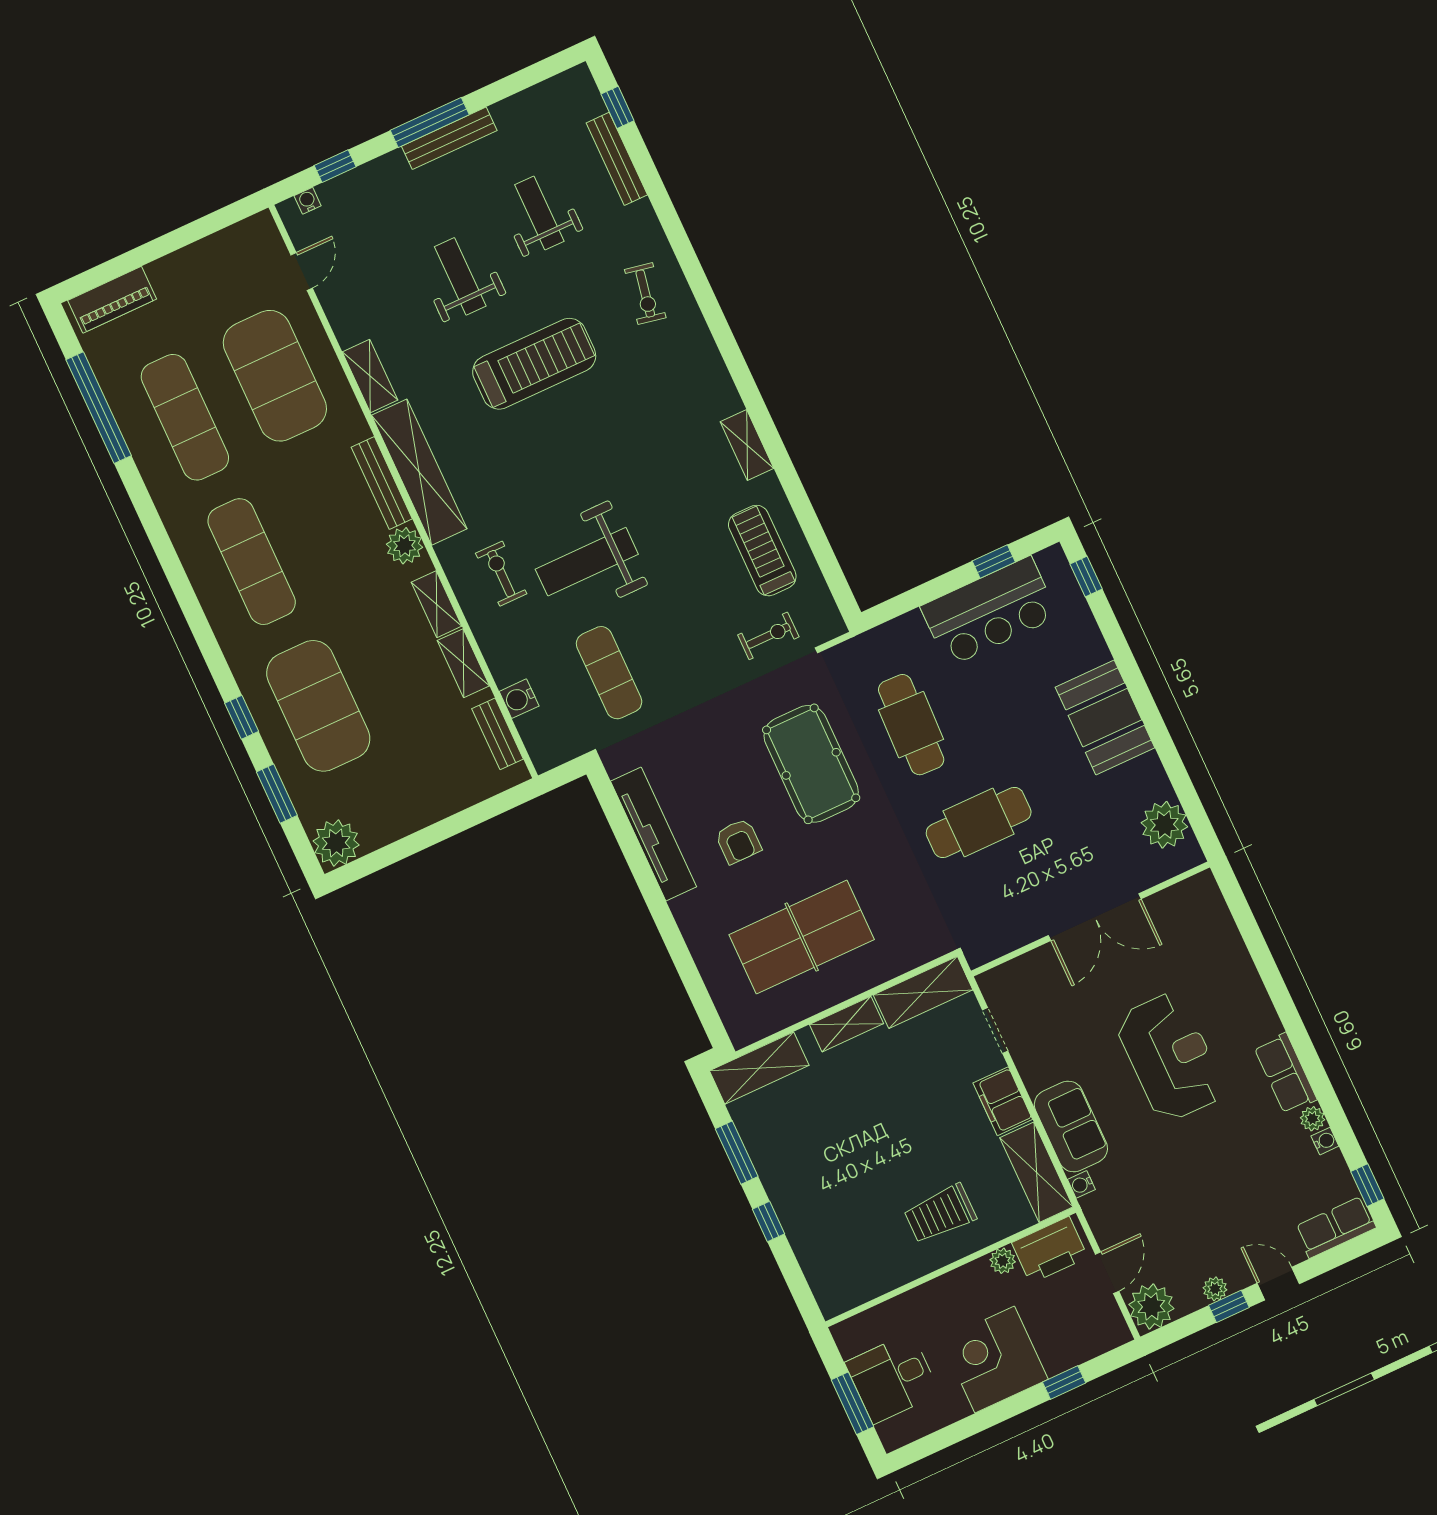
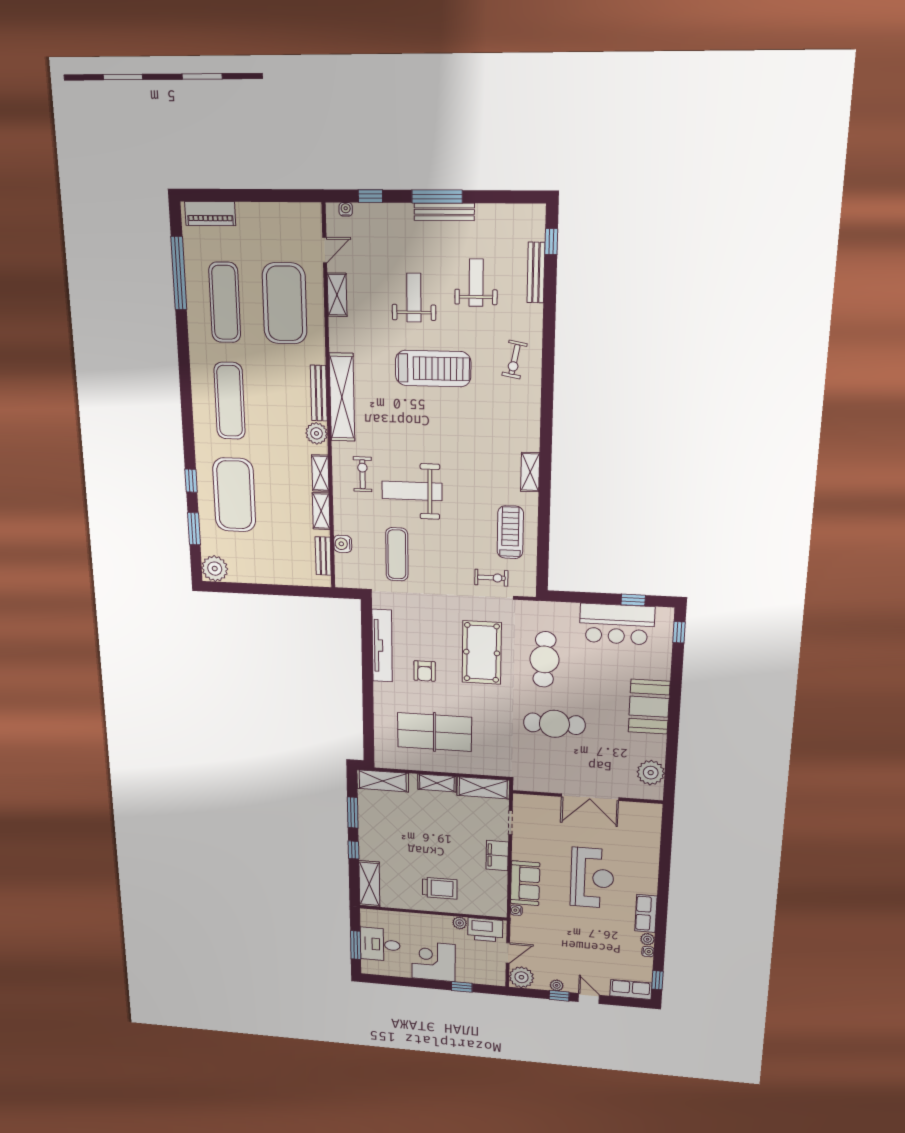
shelving: (370, 376) -> (337, 295), moved
shelving: (1036, 1172) -> (369, 884), moved
trolley: (940, 1214) -> (440, 888), turned 180

